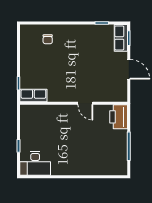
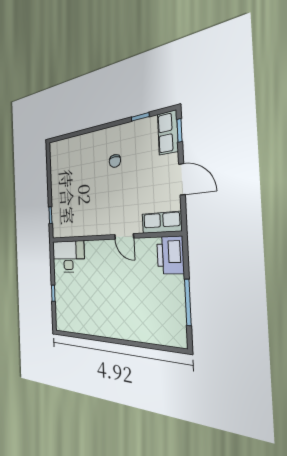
chair: (48, 39) -> (115, 161), moved
row of seats: (33, 96) -> (162, 222), moved
desk: (35, 163) -> (68, 257), moved, turned 180

